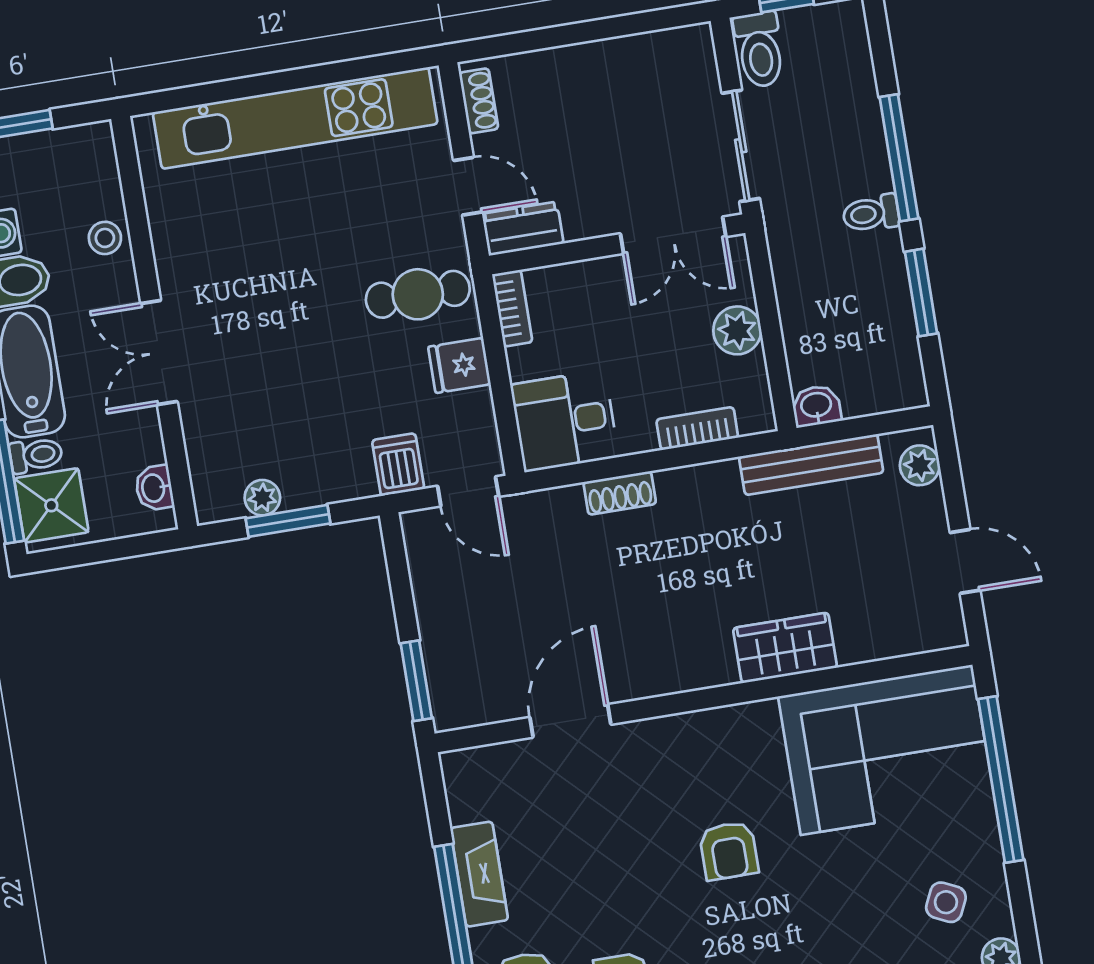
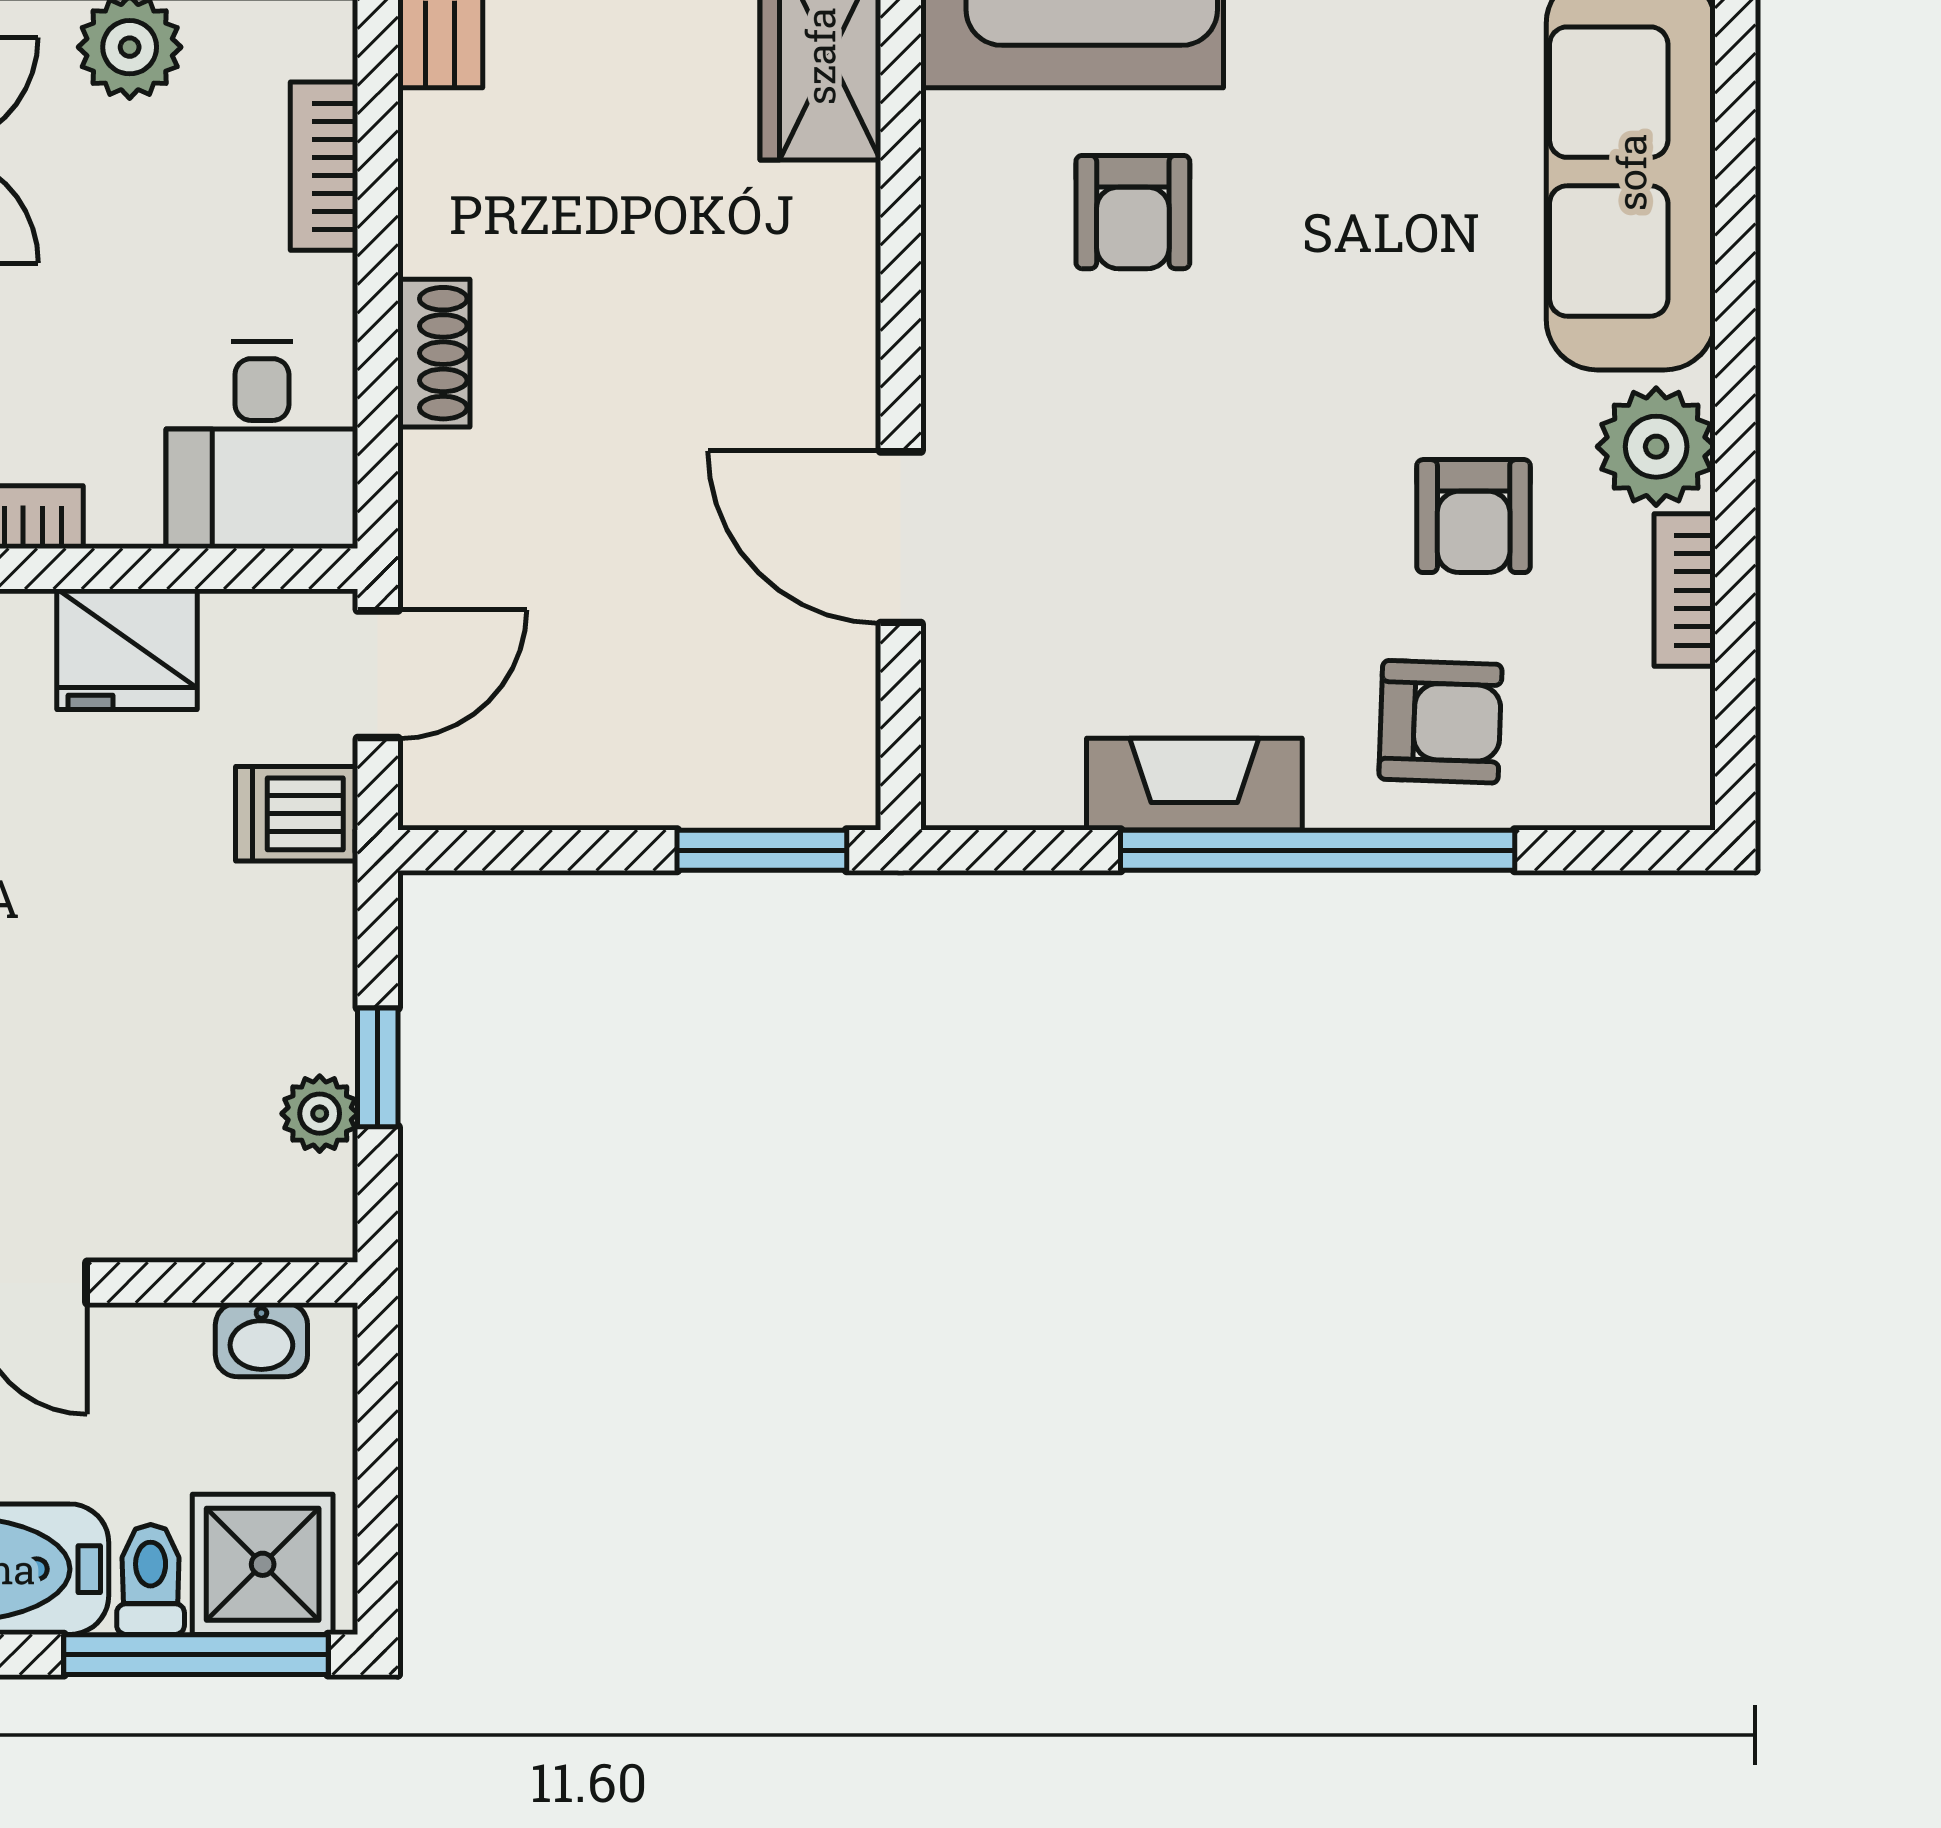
fridge: (459, 365) -> (127, 649), width x1.38
window: (288, 521) -> (378, 1067), width x0.67
armchair: (729, 851) -> (1133, 212), moved, turned 90

